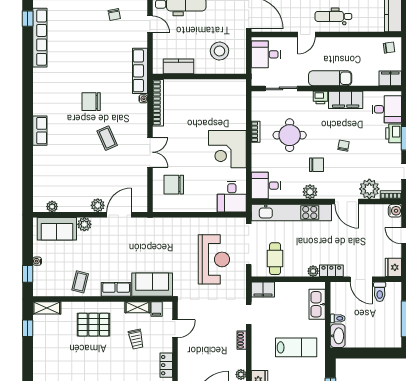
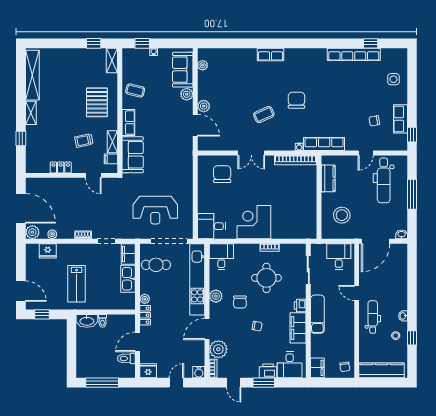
kitchen sink: (317, 304) -> (128, 279), moved, turned -90

